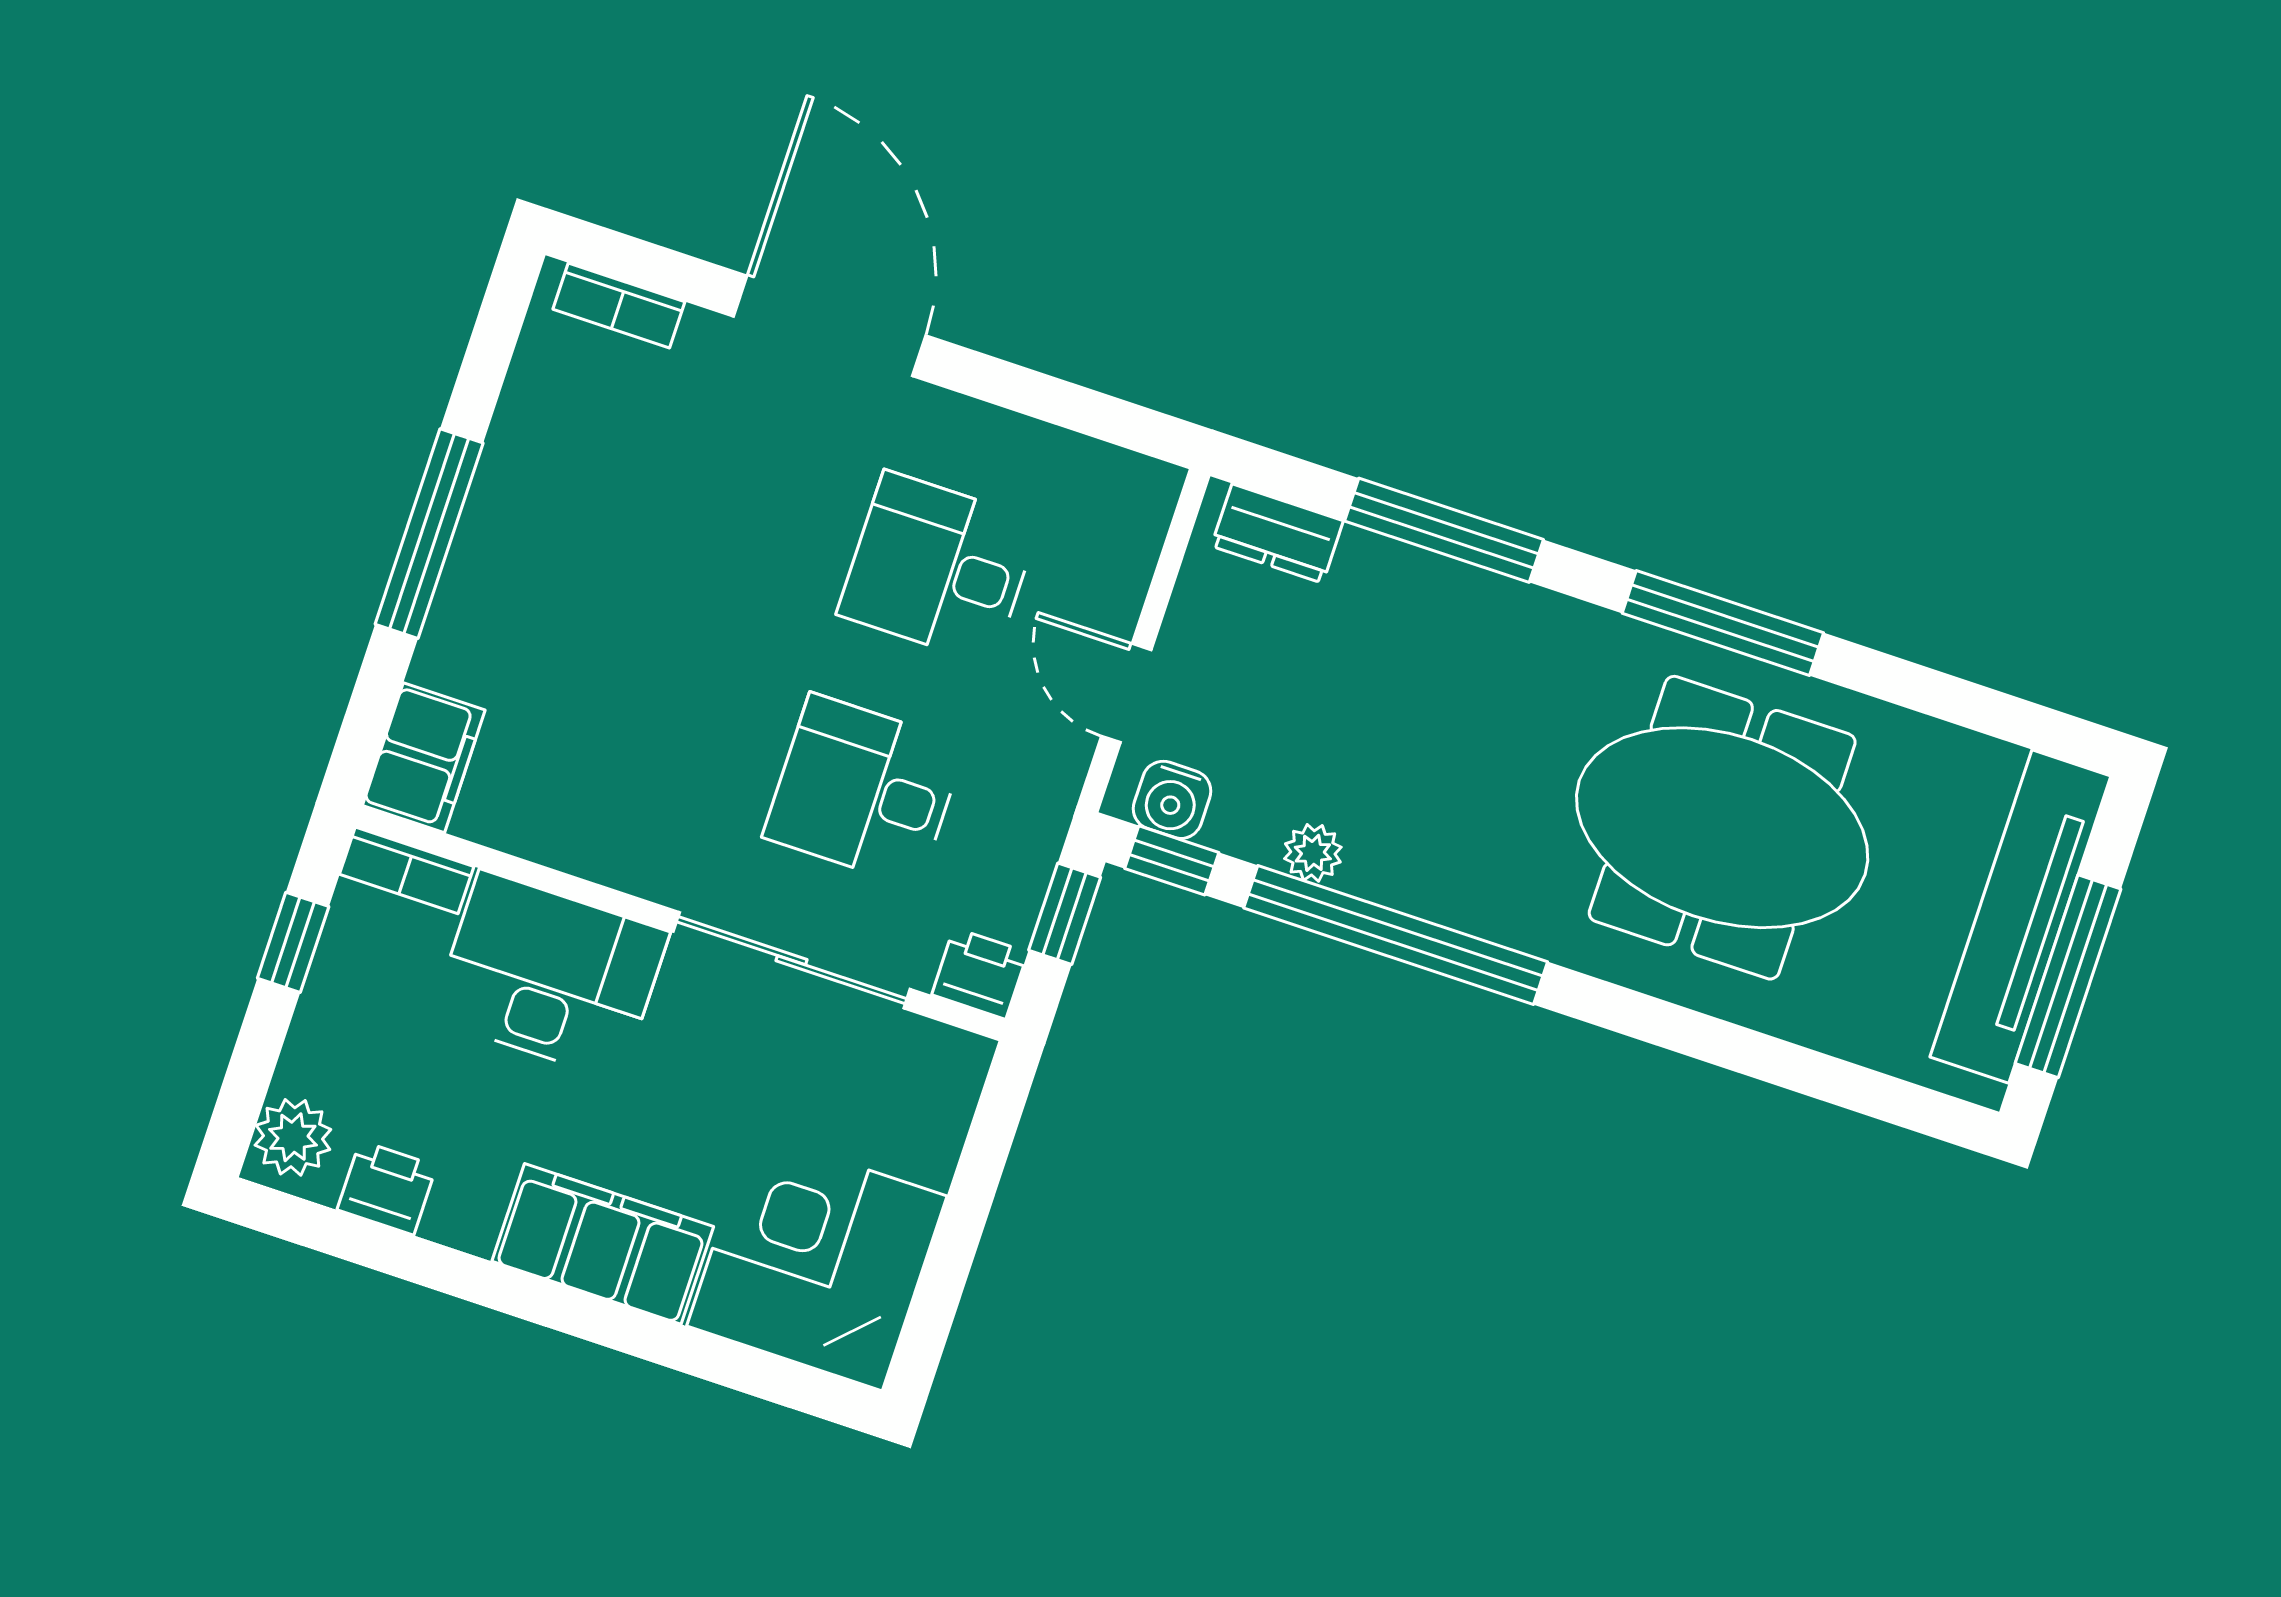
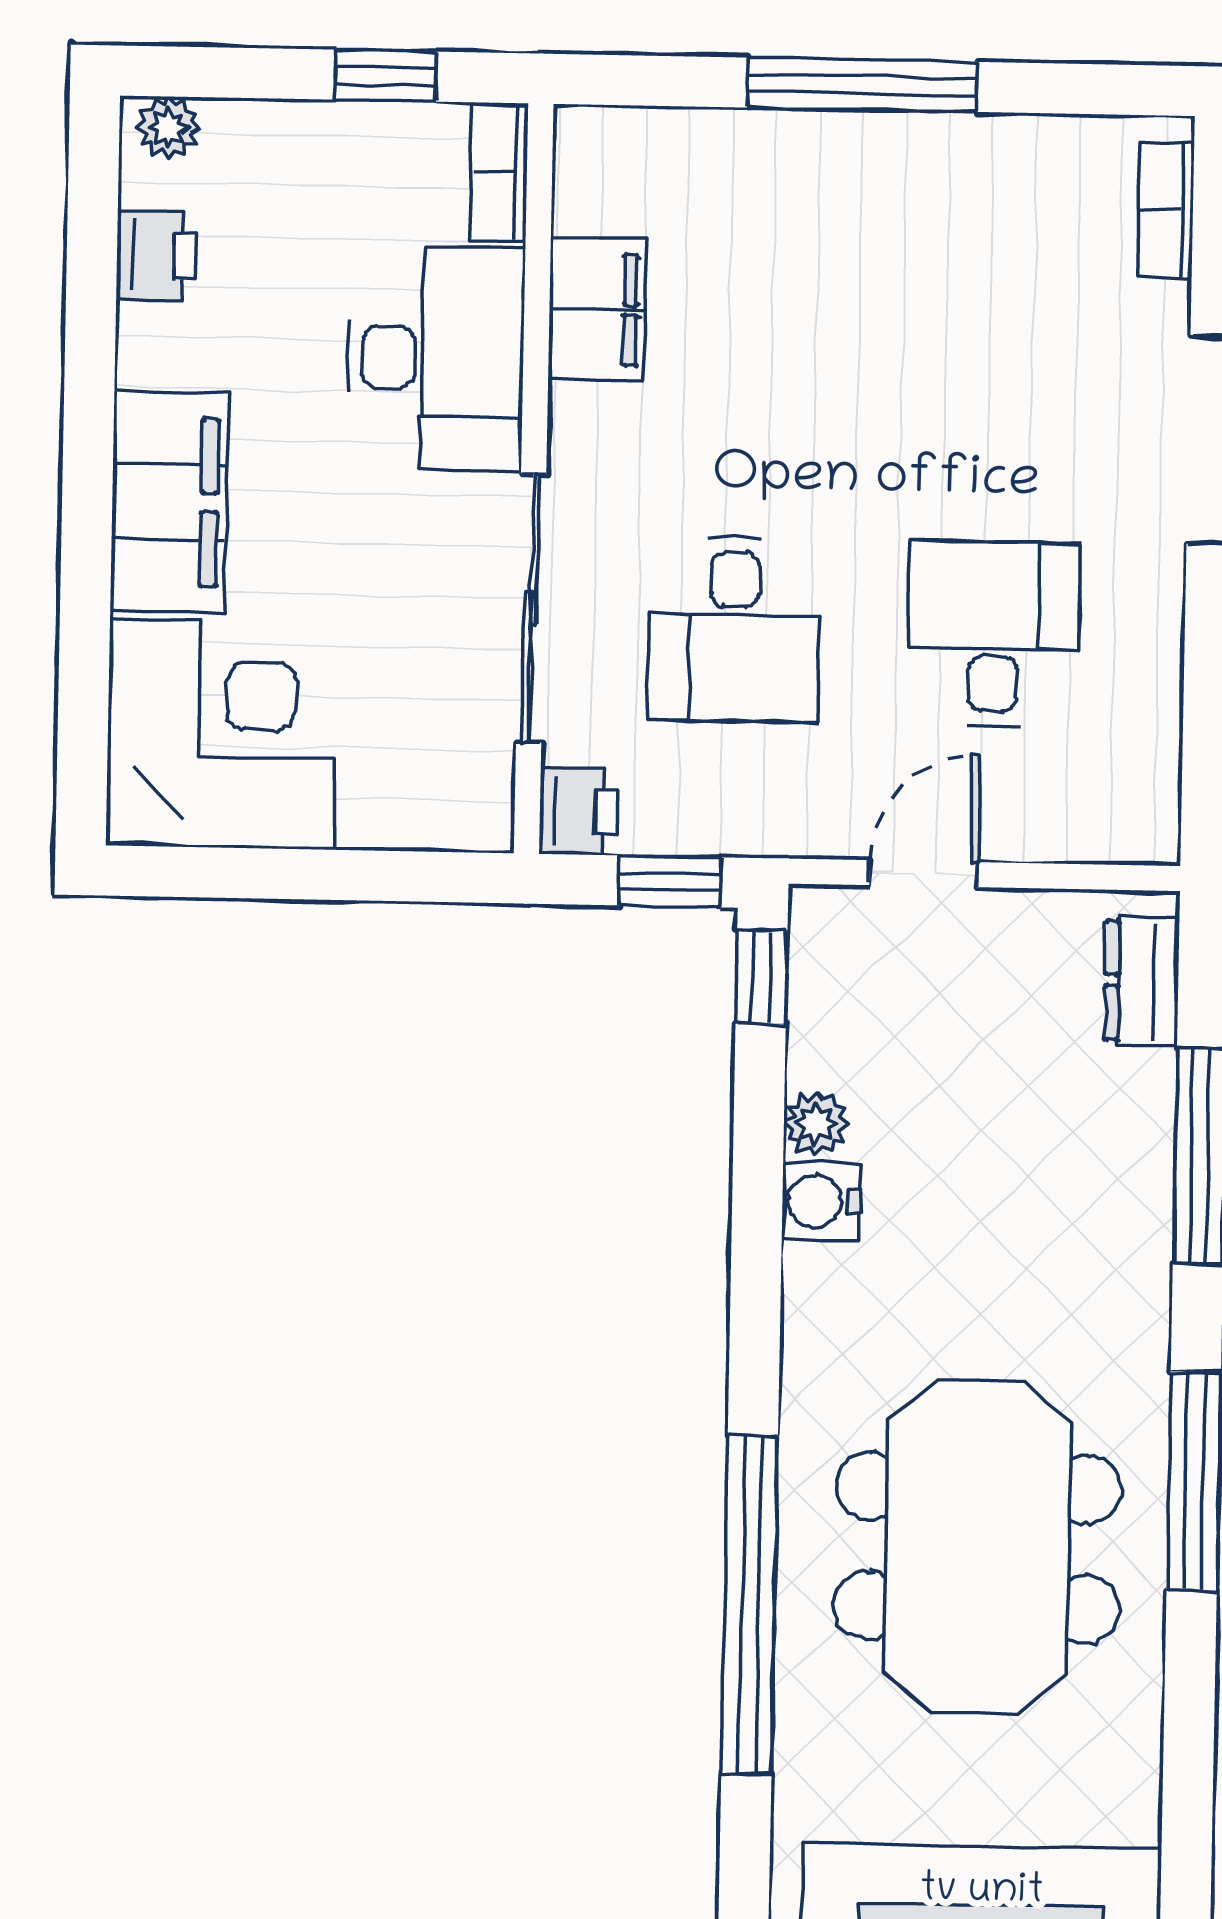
filing cabinet: (424, 758) -> (597, 310), moved, turned -90
desk: (864, 791) -> (734, 629), turned 180
water cooler: (1172, 800) -> (821, 1201), moved
window: (1396, 935) -> (750, 1605), moved
plant: (293, 1137) -> (169, 128), width x0.73, depth x0.73

